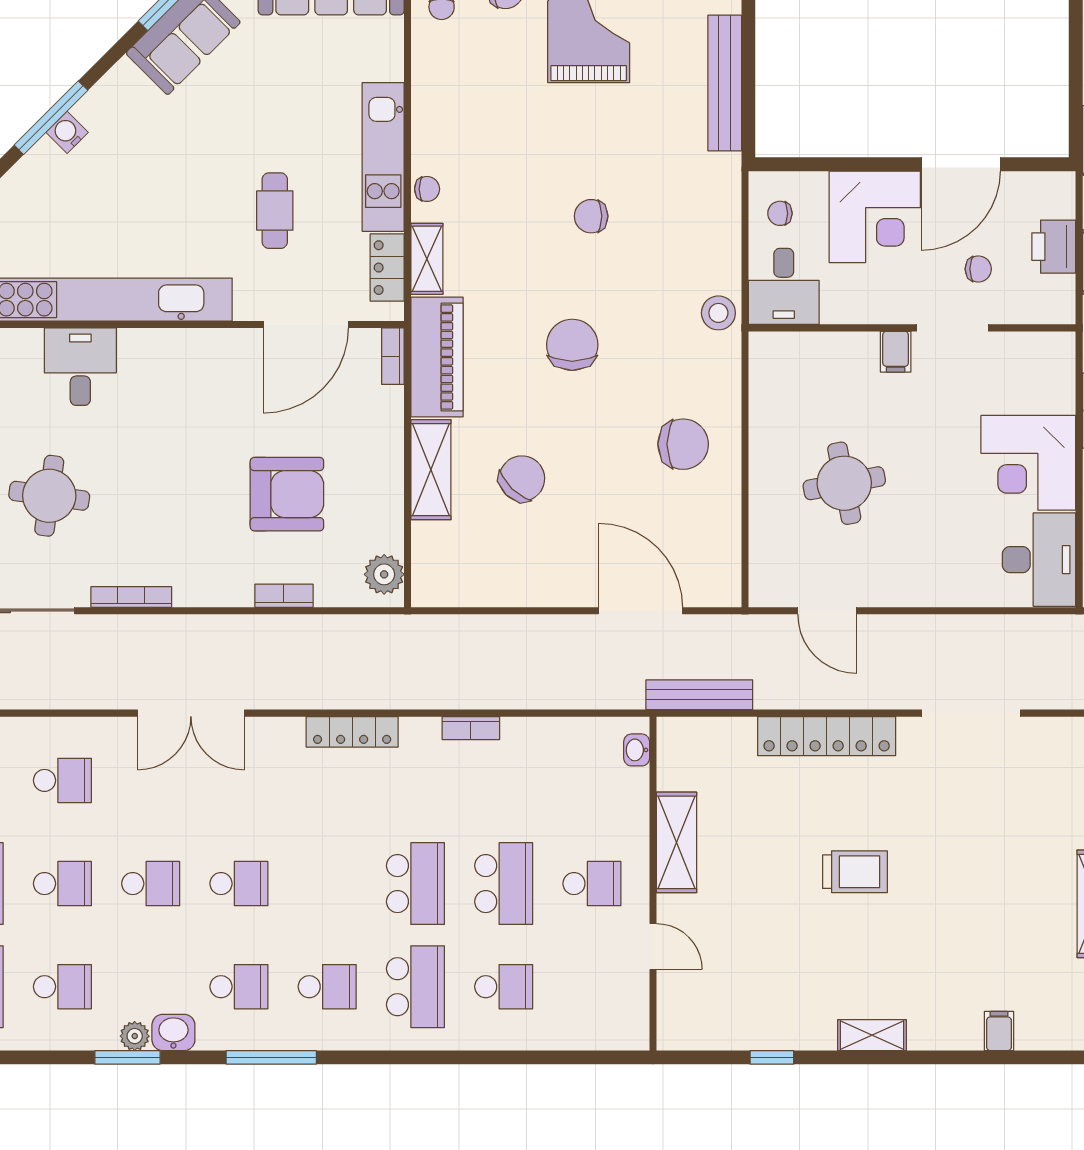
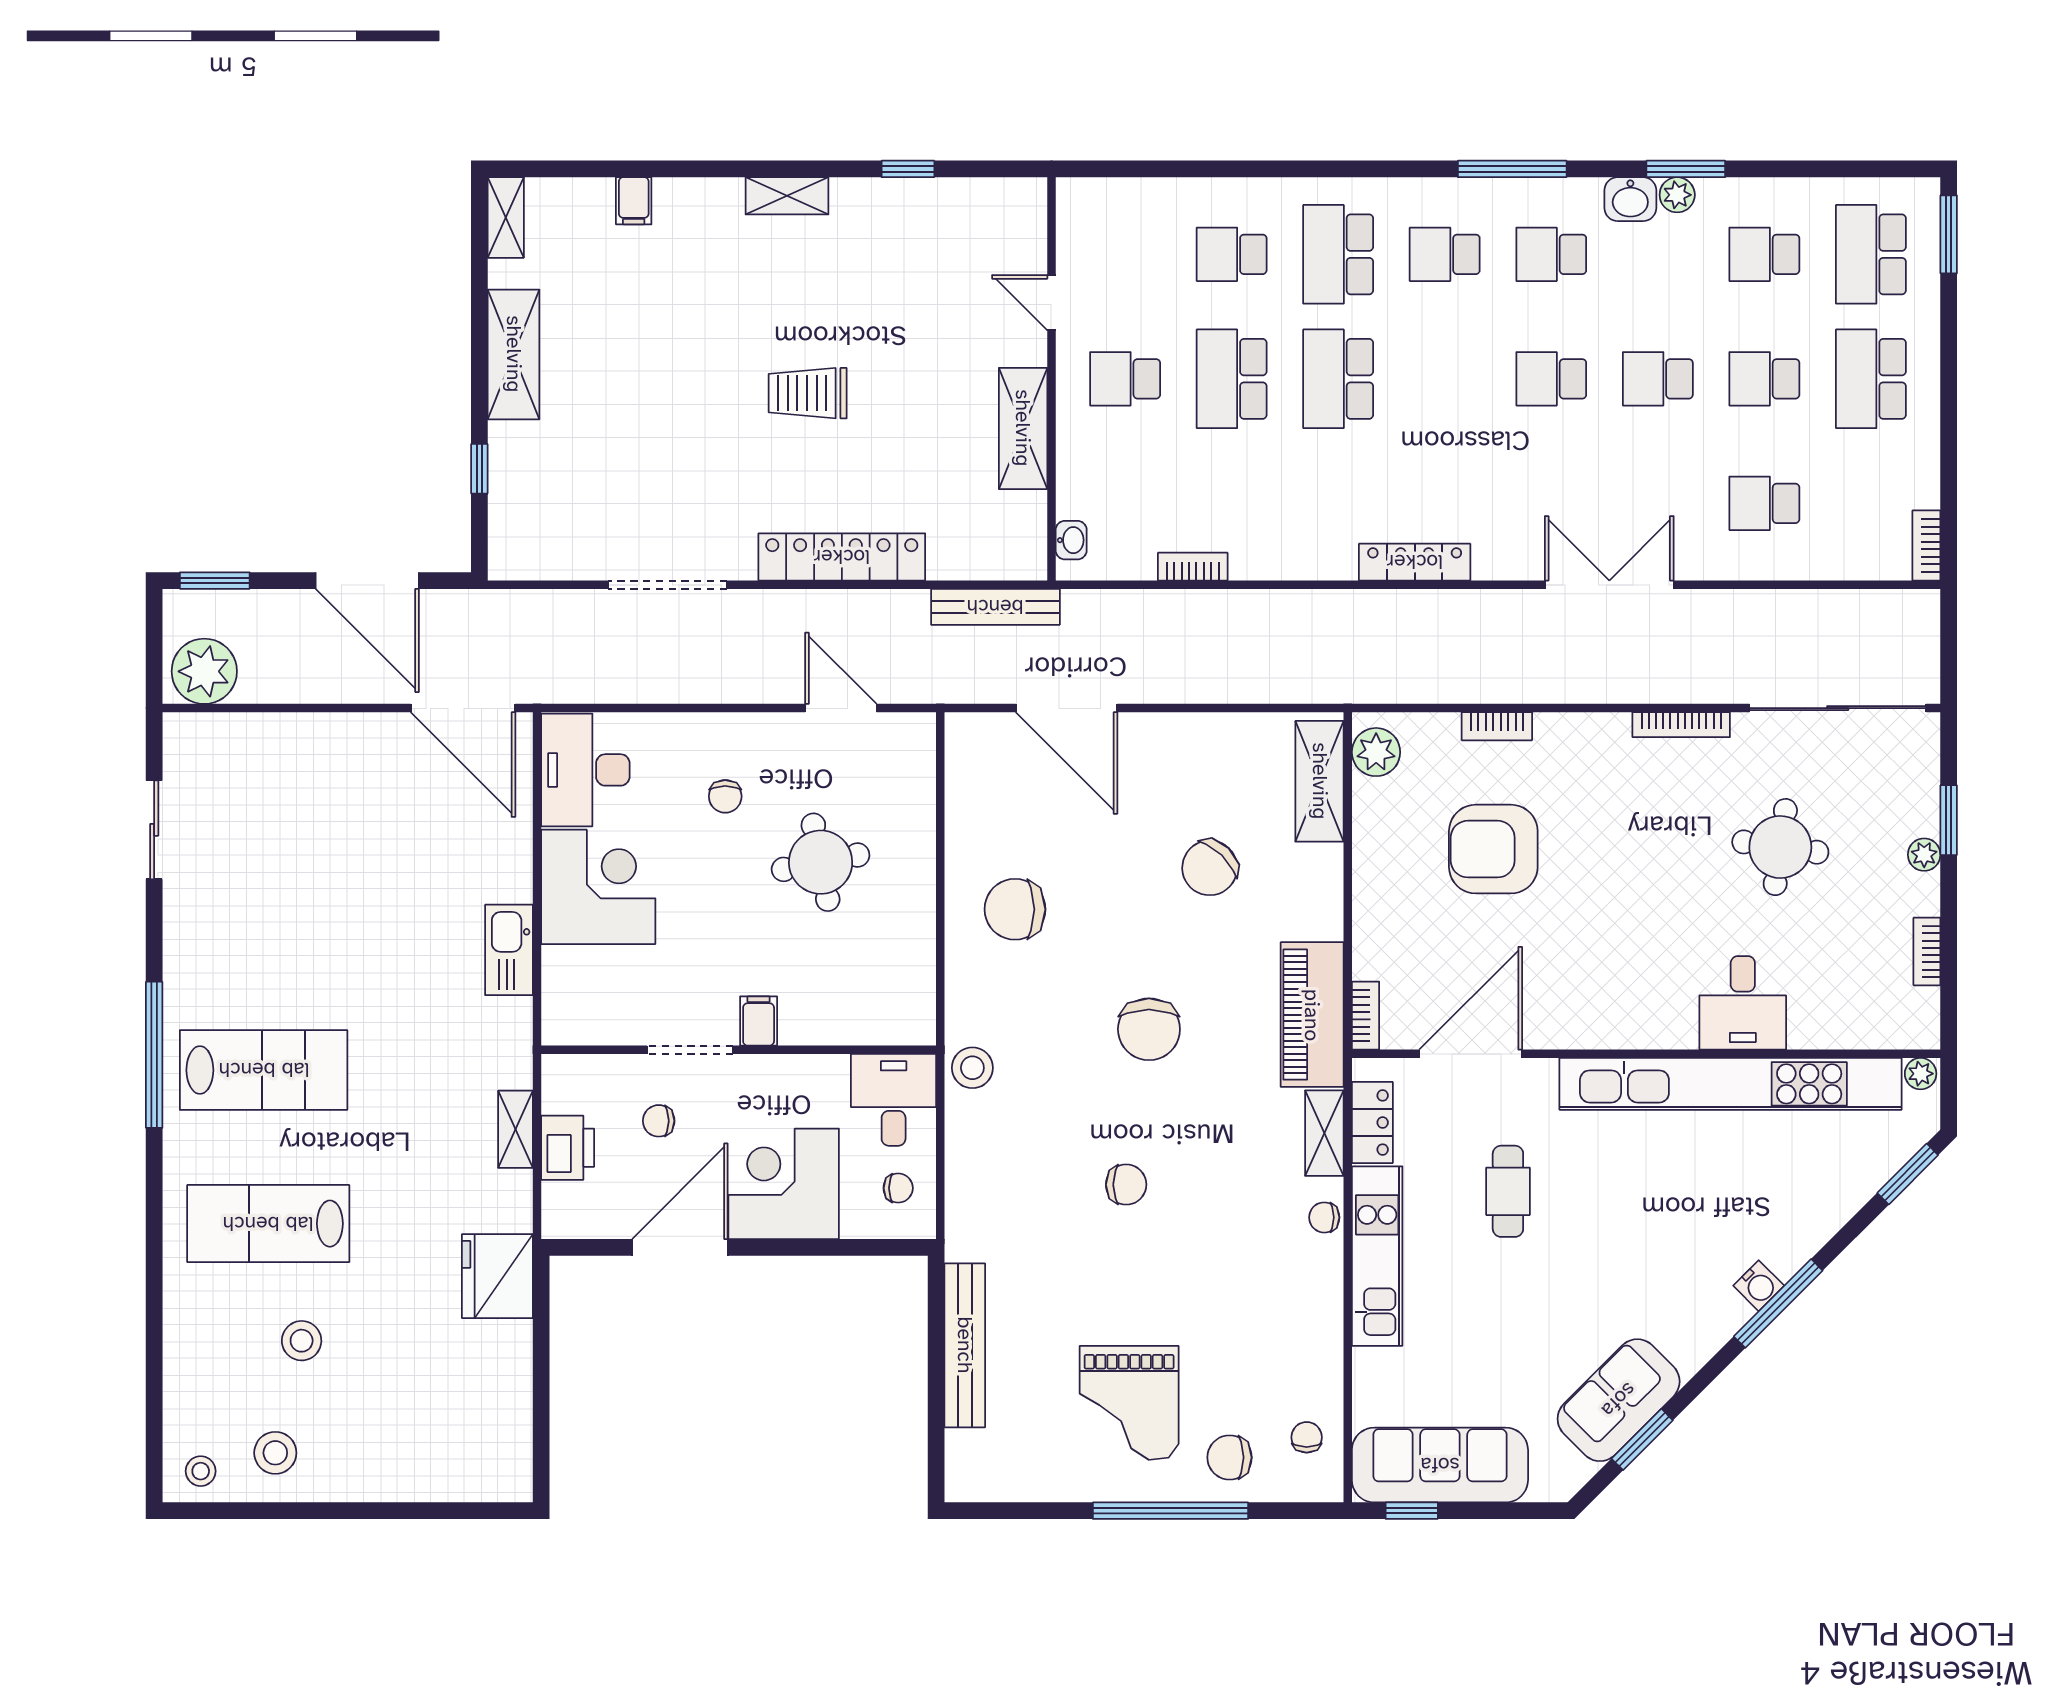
shelving: (431, 470) -> (1320, 781), moved
chair: (923, 538) -> (725, 796), added
bookcase: (471, 728) -> (1193, 567), moved

